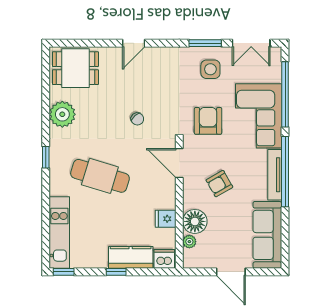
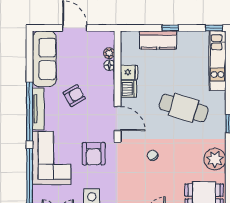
armchair: (219, 184) -> (74, 96), moved
floor lamp: (195, 221) -> (109, 65), width x0.53, depth x0.53
dishwasher: (164, 259) -> (128, 89), moved, turned -90

